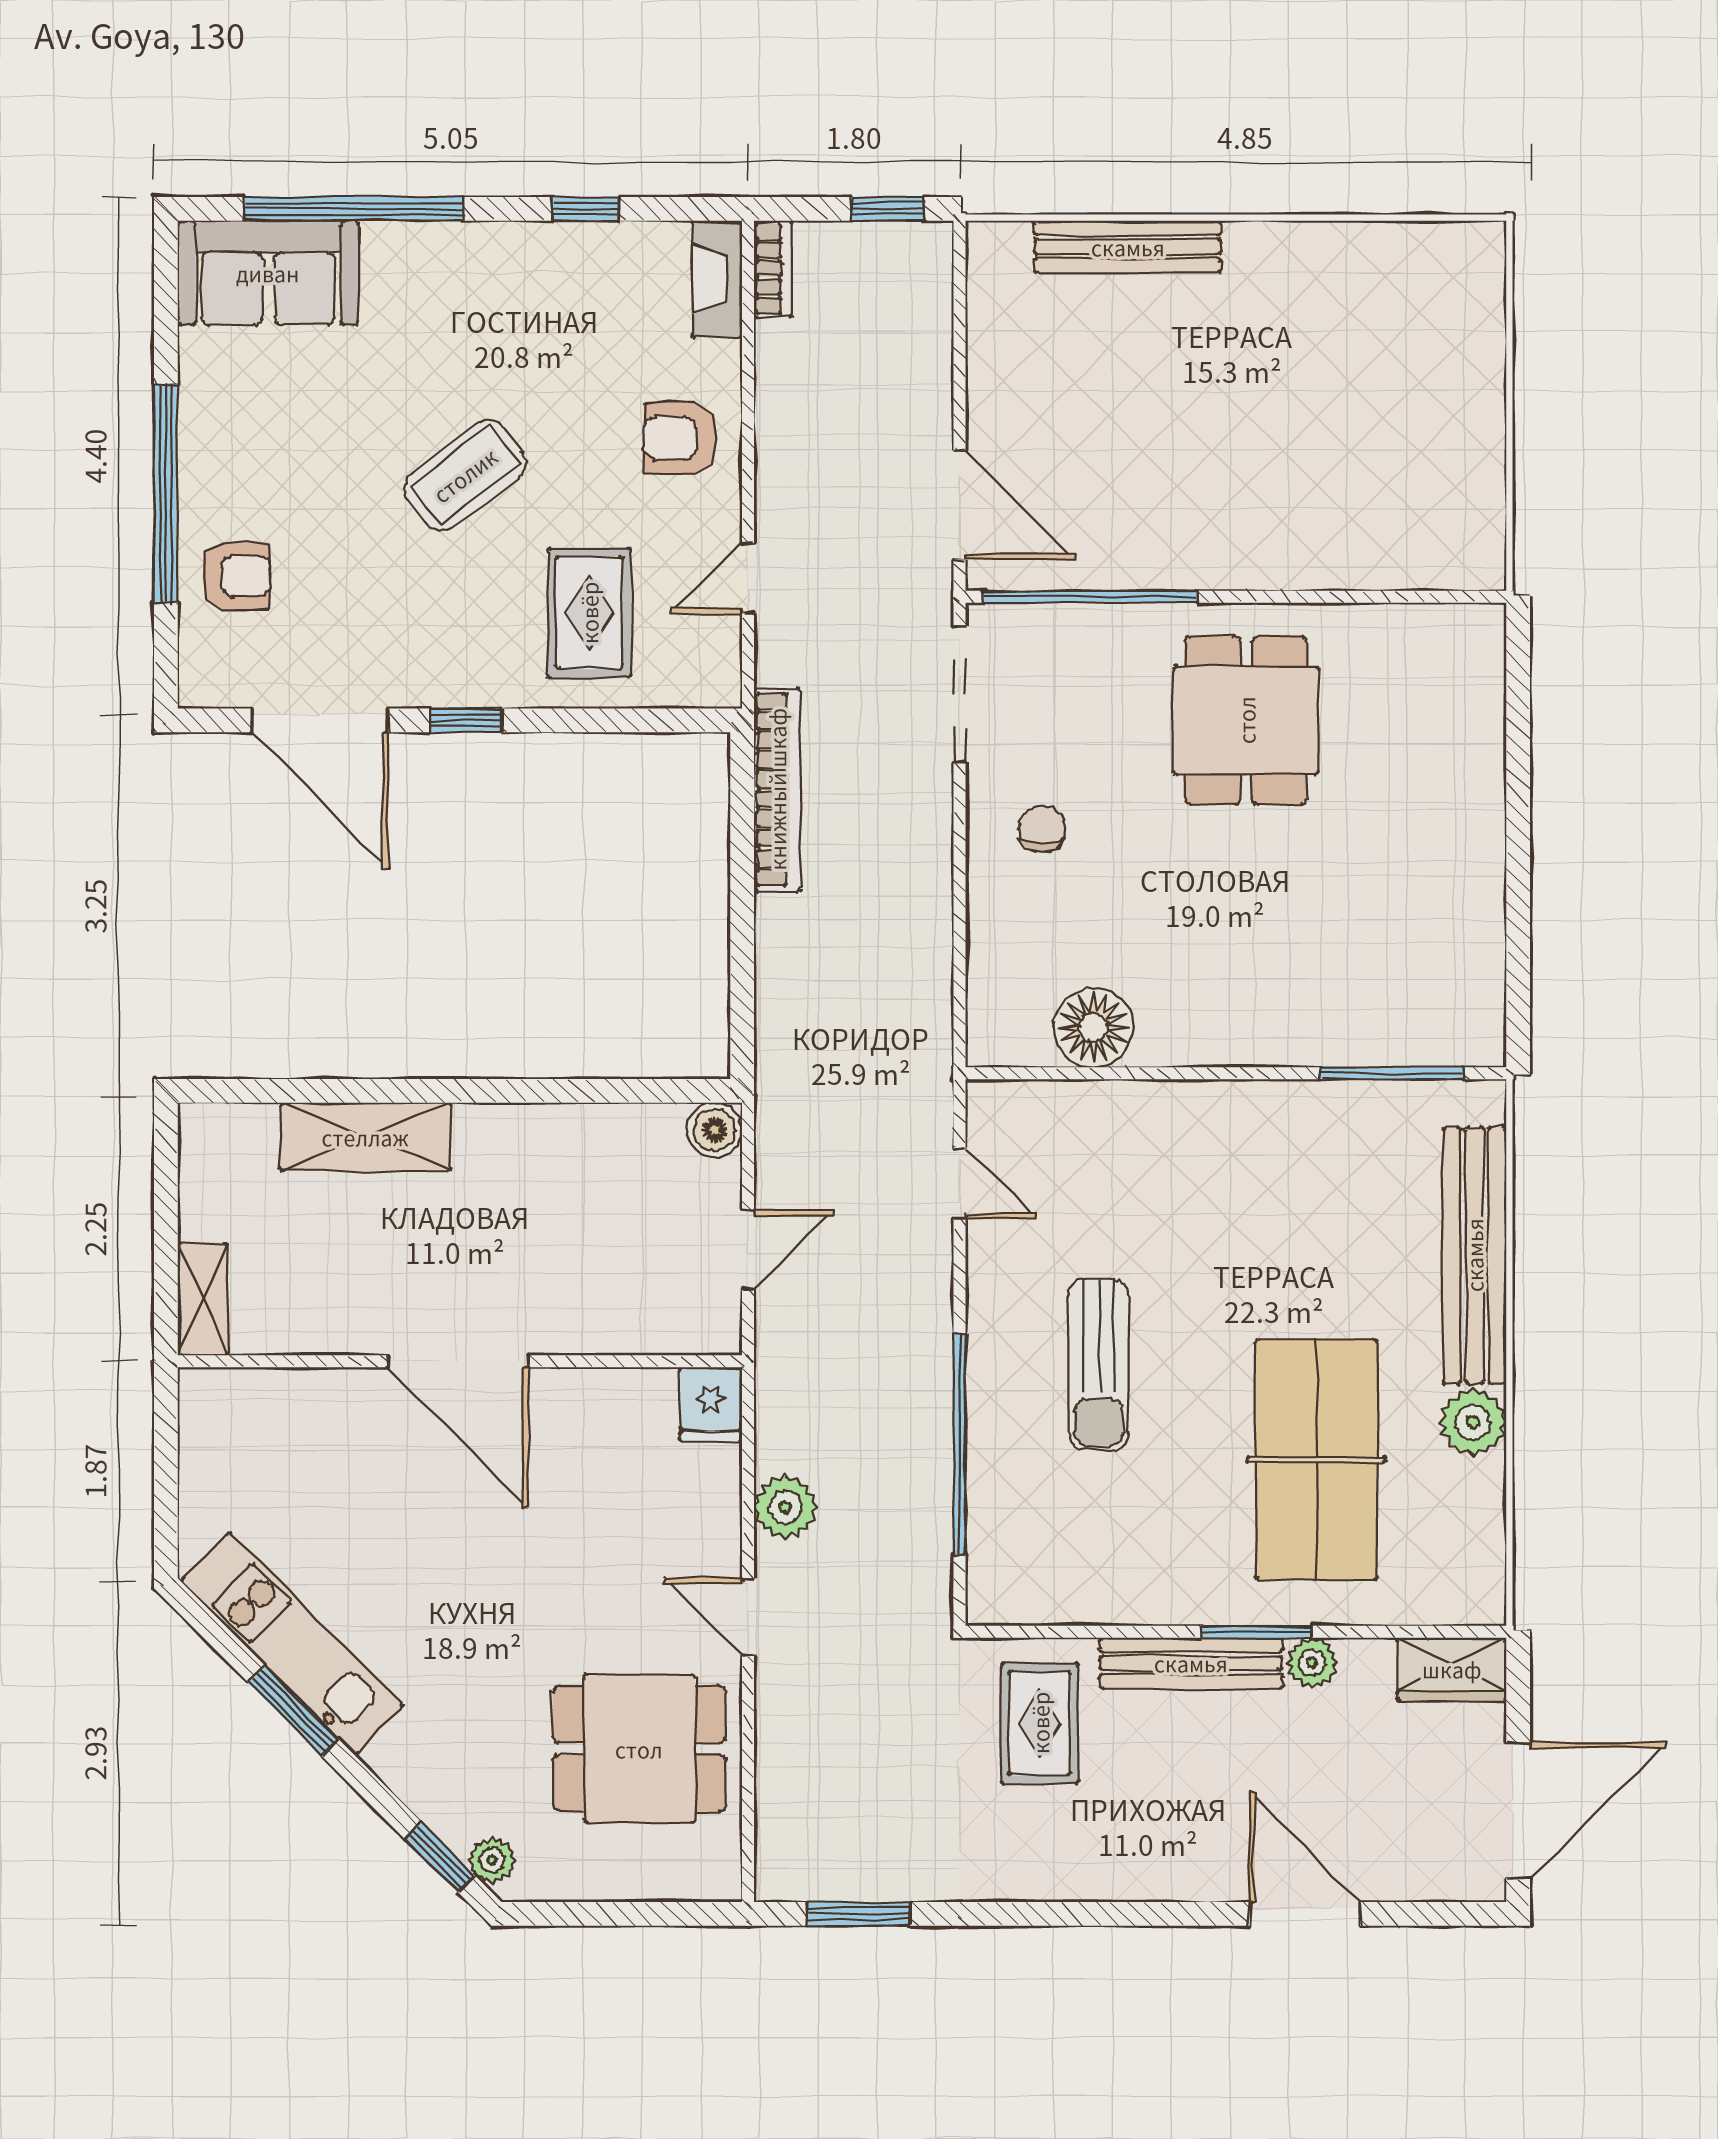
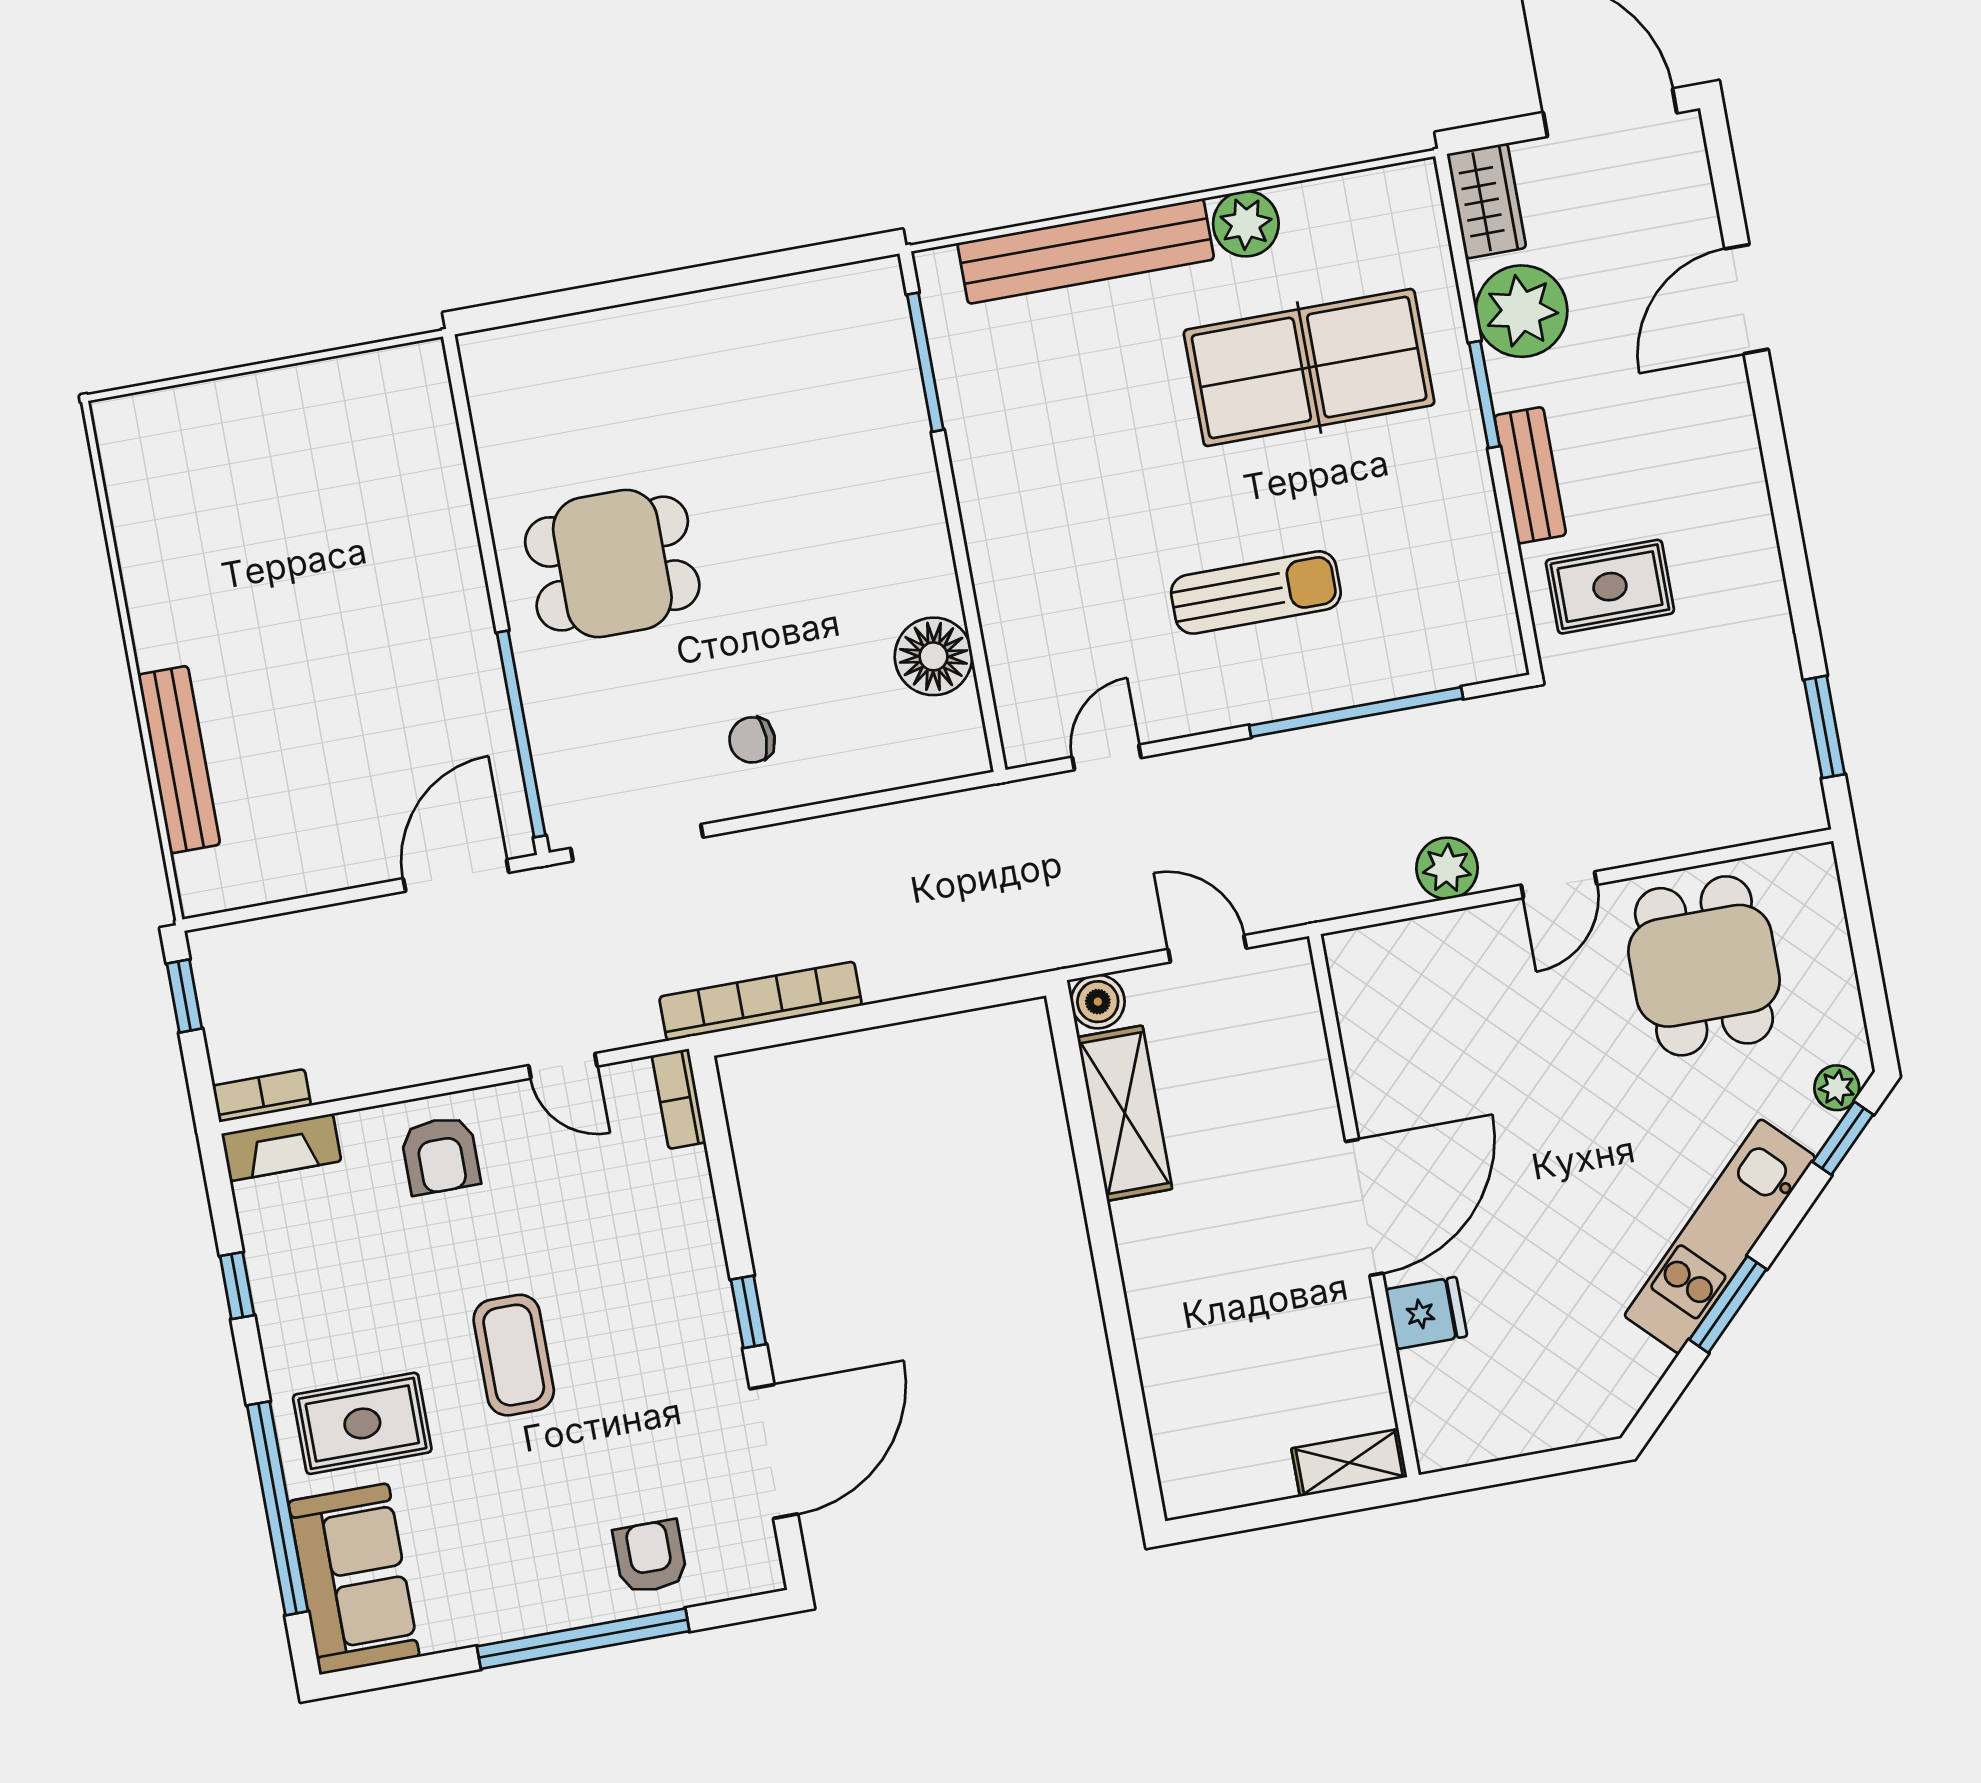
coffee table: (465, 475) -> (514, 1355), turned 37
rug: (589, 613) -> (362, 1423), moved
bookcase: (693, 689) -> (679, 1099), added
shelving: (365, 1137) -> (1125, 1113), moved
fridge: (711, 1404) -> (1426, 1313), moved
kitchen unit: (292, 1643) -> (1720, 1236), moved
bench: (1191, 1663) -> (1530, 475), width x0.73
plant: (1312, 1663) -> (1522, 311), width x1.88, depth x1.88

